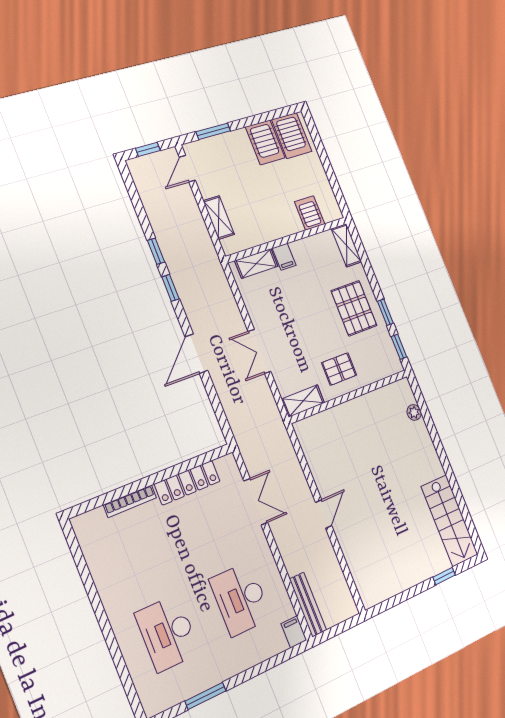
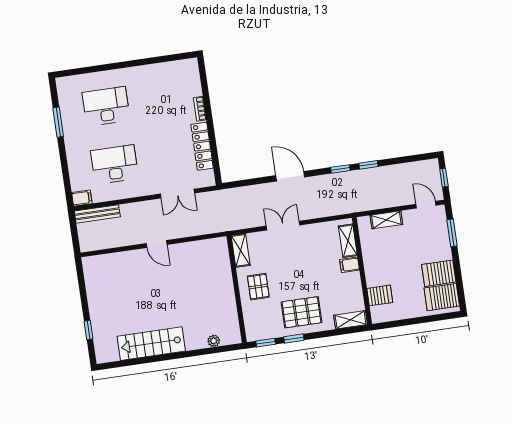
bookcase: (130, 501) -> (200, 109), width x0.64
stairs: (450, 521) -> (151, 344), moved

